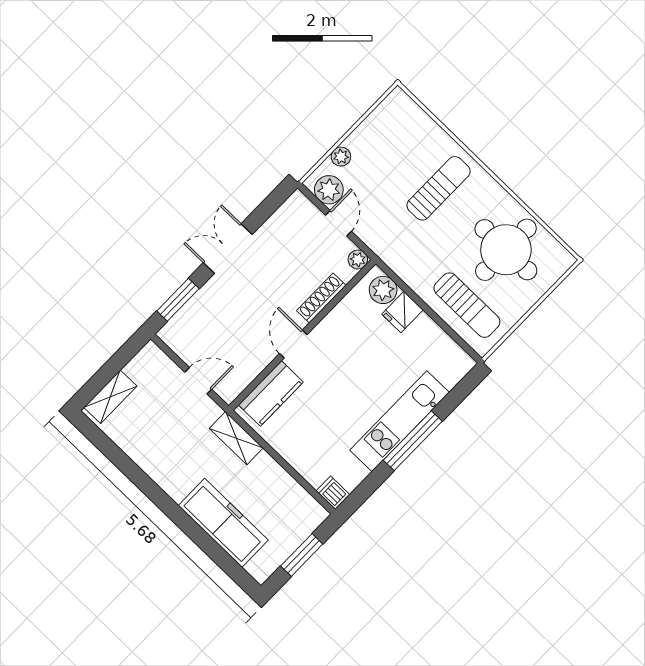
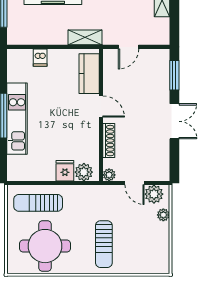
dishwasher: (333, 493) -> (40, 58), moved, turned 90

